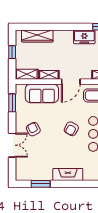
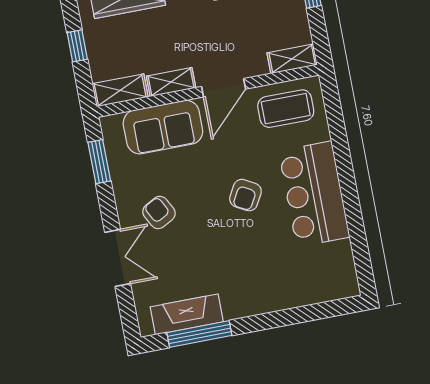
fireplace: (68, 174) -> (187, 314), moved
window: (41, 184) -> (199, 334), width x1.44

